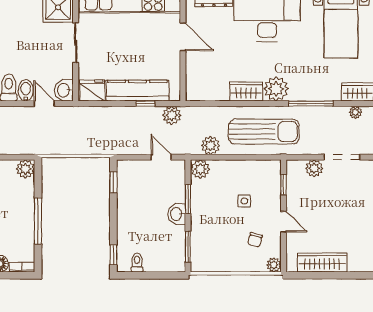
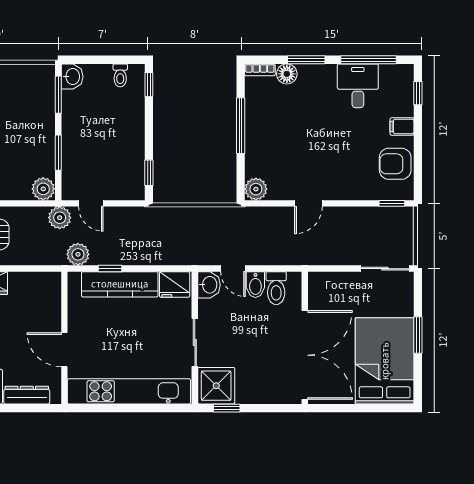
plant: (210, 145) -> (60, 218), moved
washbasin: (177, 214) -> (72, 77), moved

